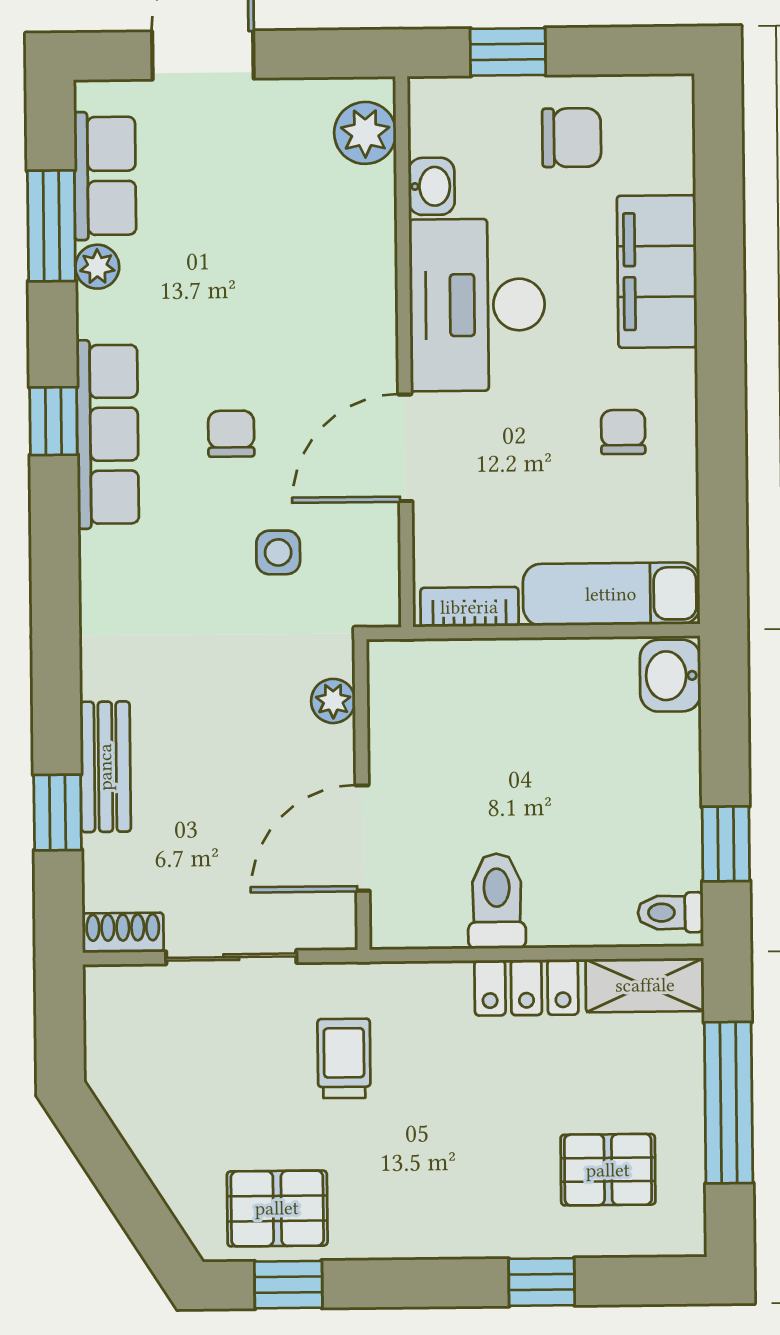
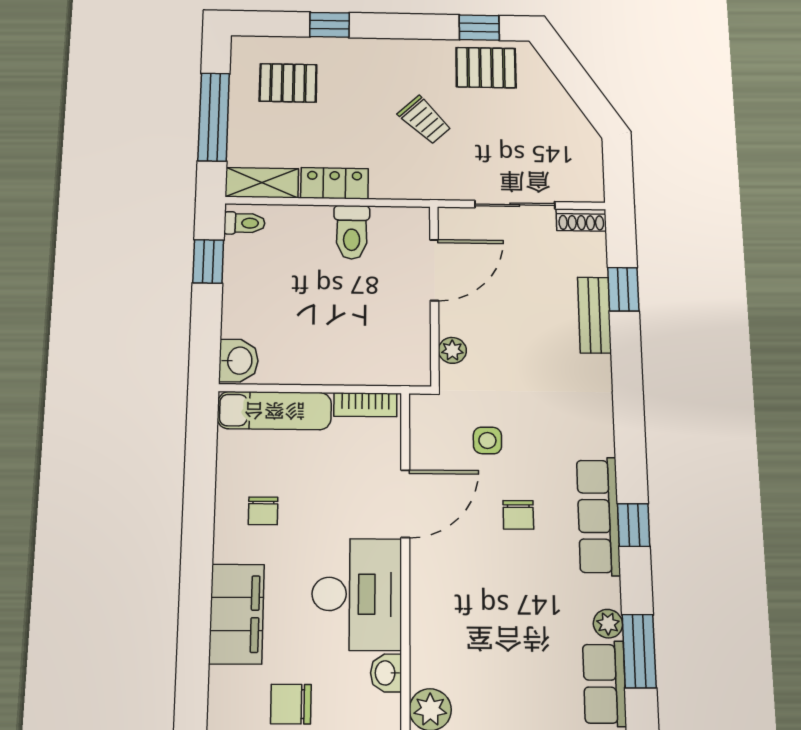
trolley: (344, 1058) -> (425, 120), moved, turned -44

